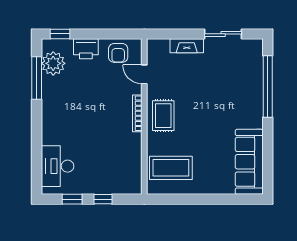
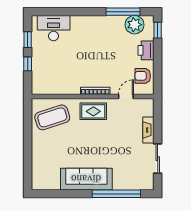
sofa: (249, 162) -> (86, 179), moved
coffee table: (171, 168) -> (52, 117), turned 72

